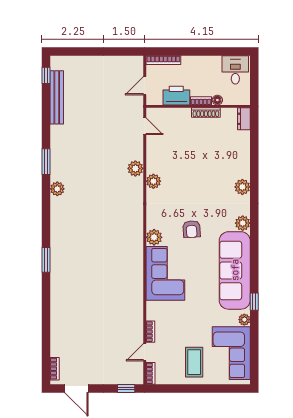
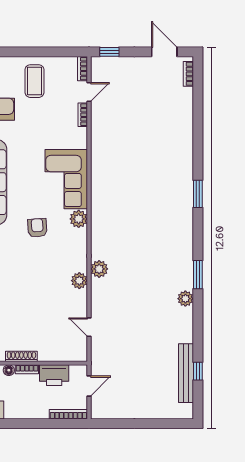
window: (46, 75) -> (198, 371), moved
door: (145, 126) -> (89, 327), moved
window: (46, 162) -> (198, 275), moved
plant: (135, 168) -> (99, 269), moved
plant: (57, 189) -> (185, 299), moved

